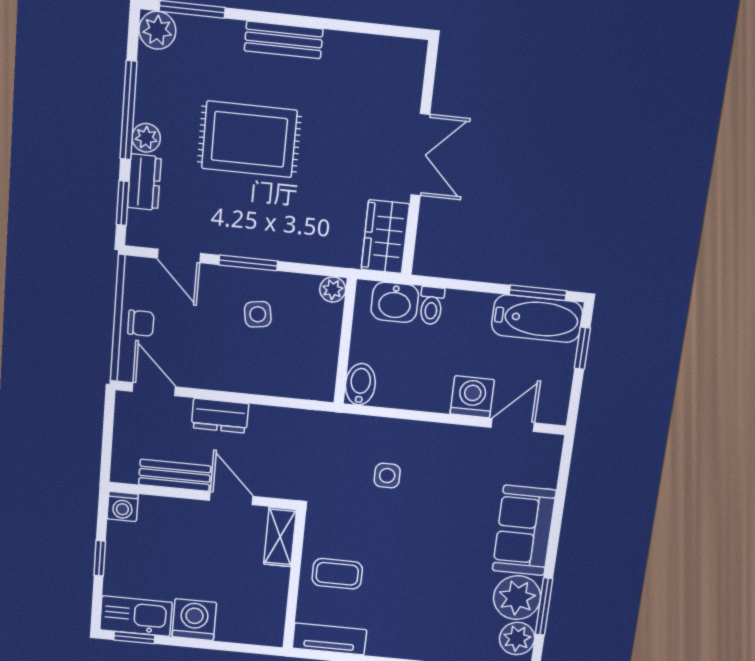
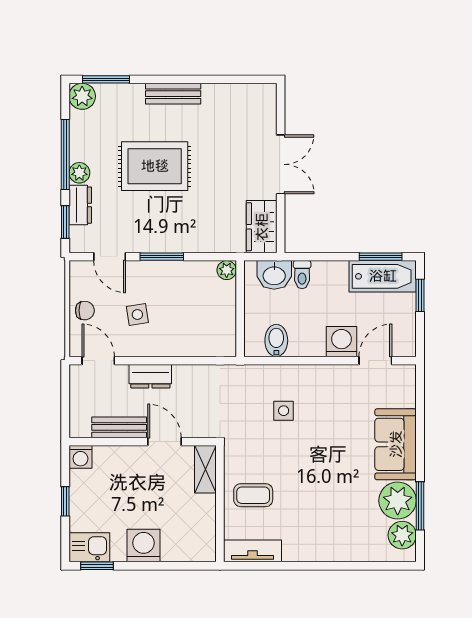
side table: (258, 314) -> (137, 314), moved
bidet: (360, 384) -> (276, 340), moved
kitchen sink: (136, 616) -> (89, 547), width x0.73

